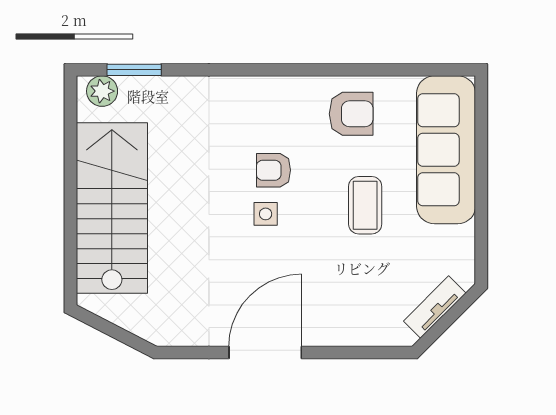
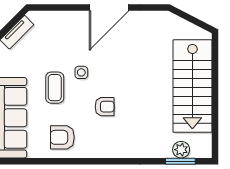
plant: (102, 91) -> (181, 150), moved
side table: (266, 214) -> (81, 72), moved

